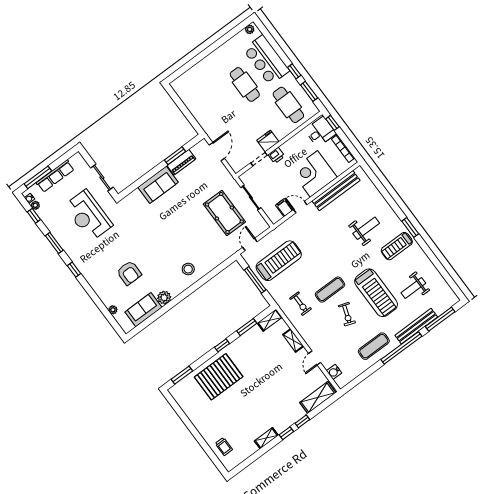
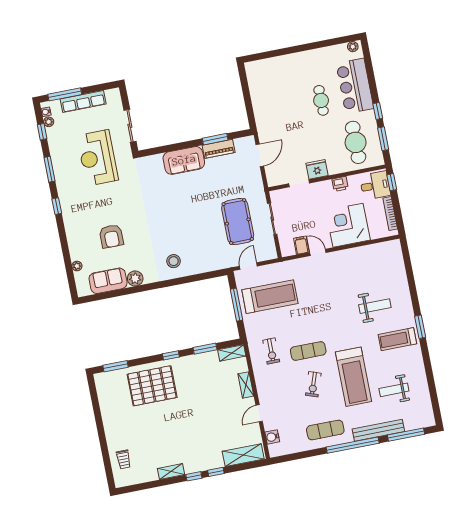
cafe table: (245, 84) -> (321, 100), width x0.73, depth x0.74
printer: (276, 155) -> (340, 184), moved
bench: (336, 191) -> (362, 253), removed

